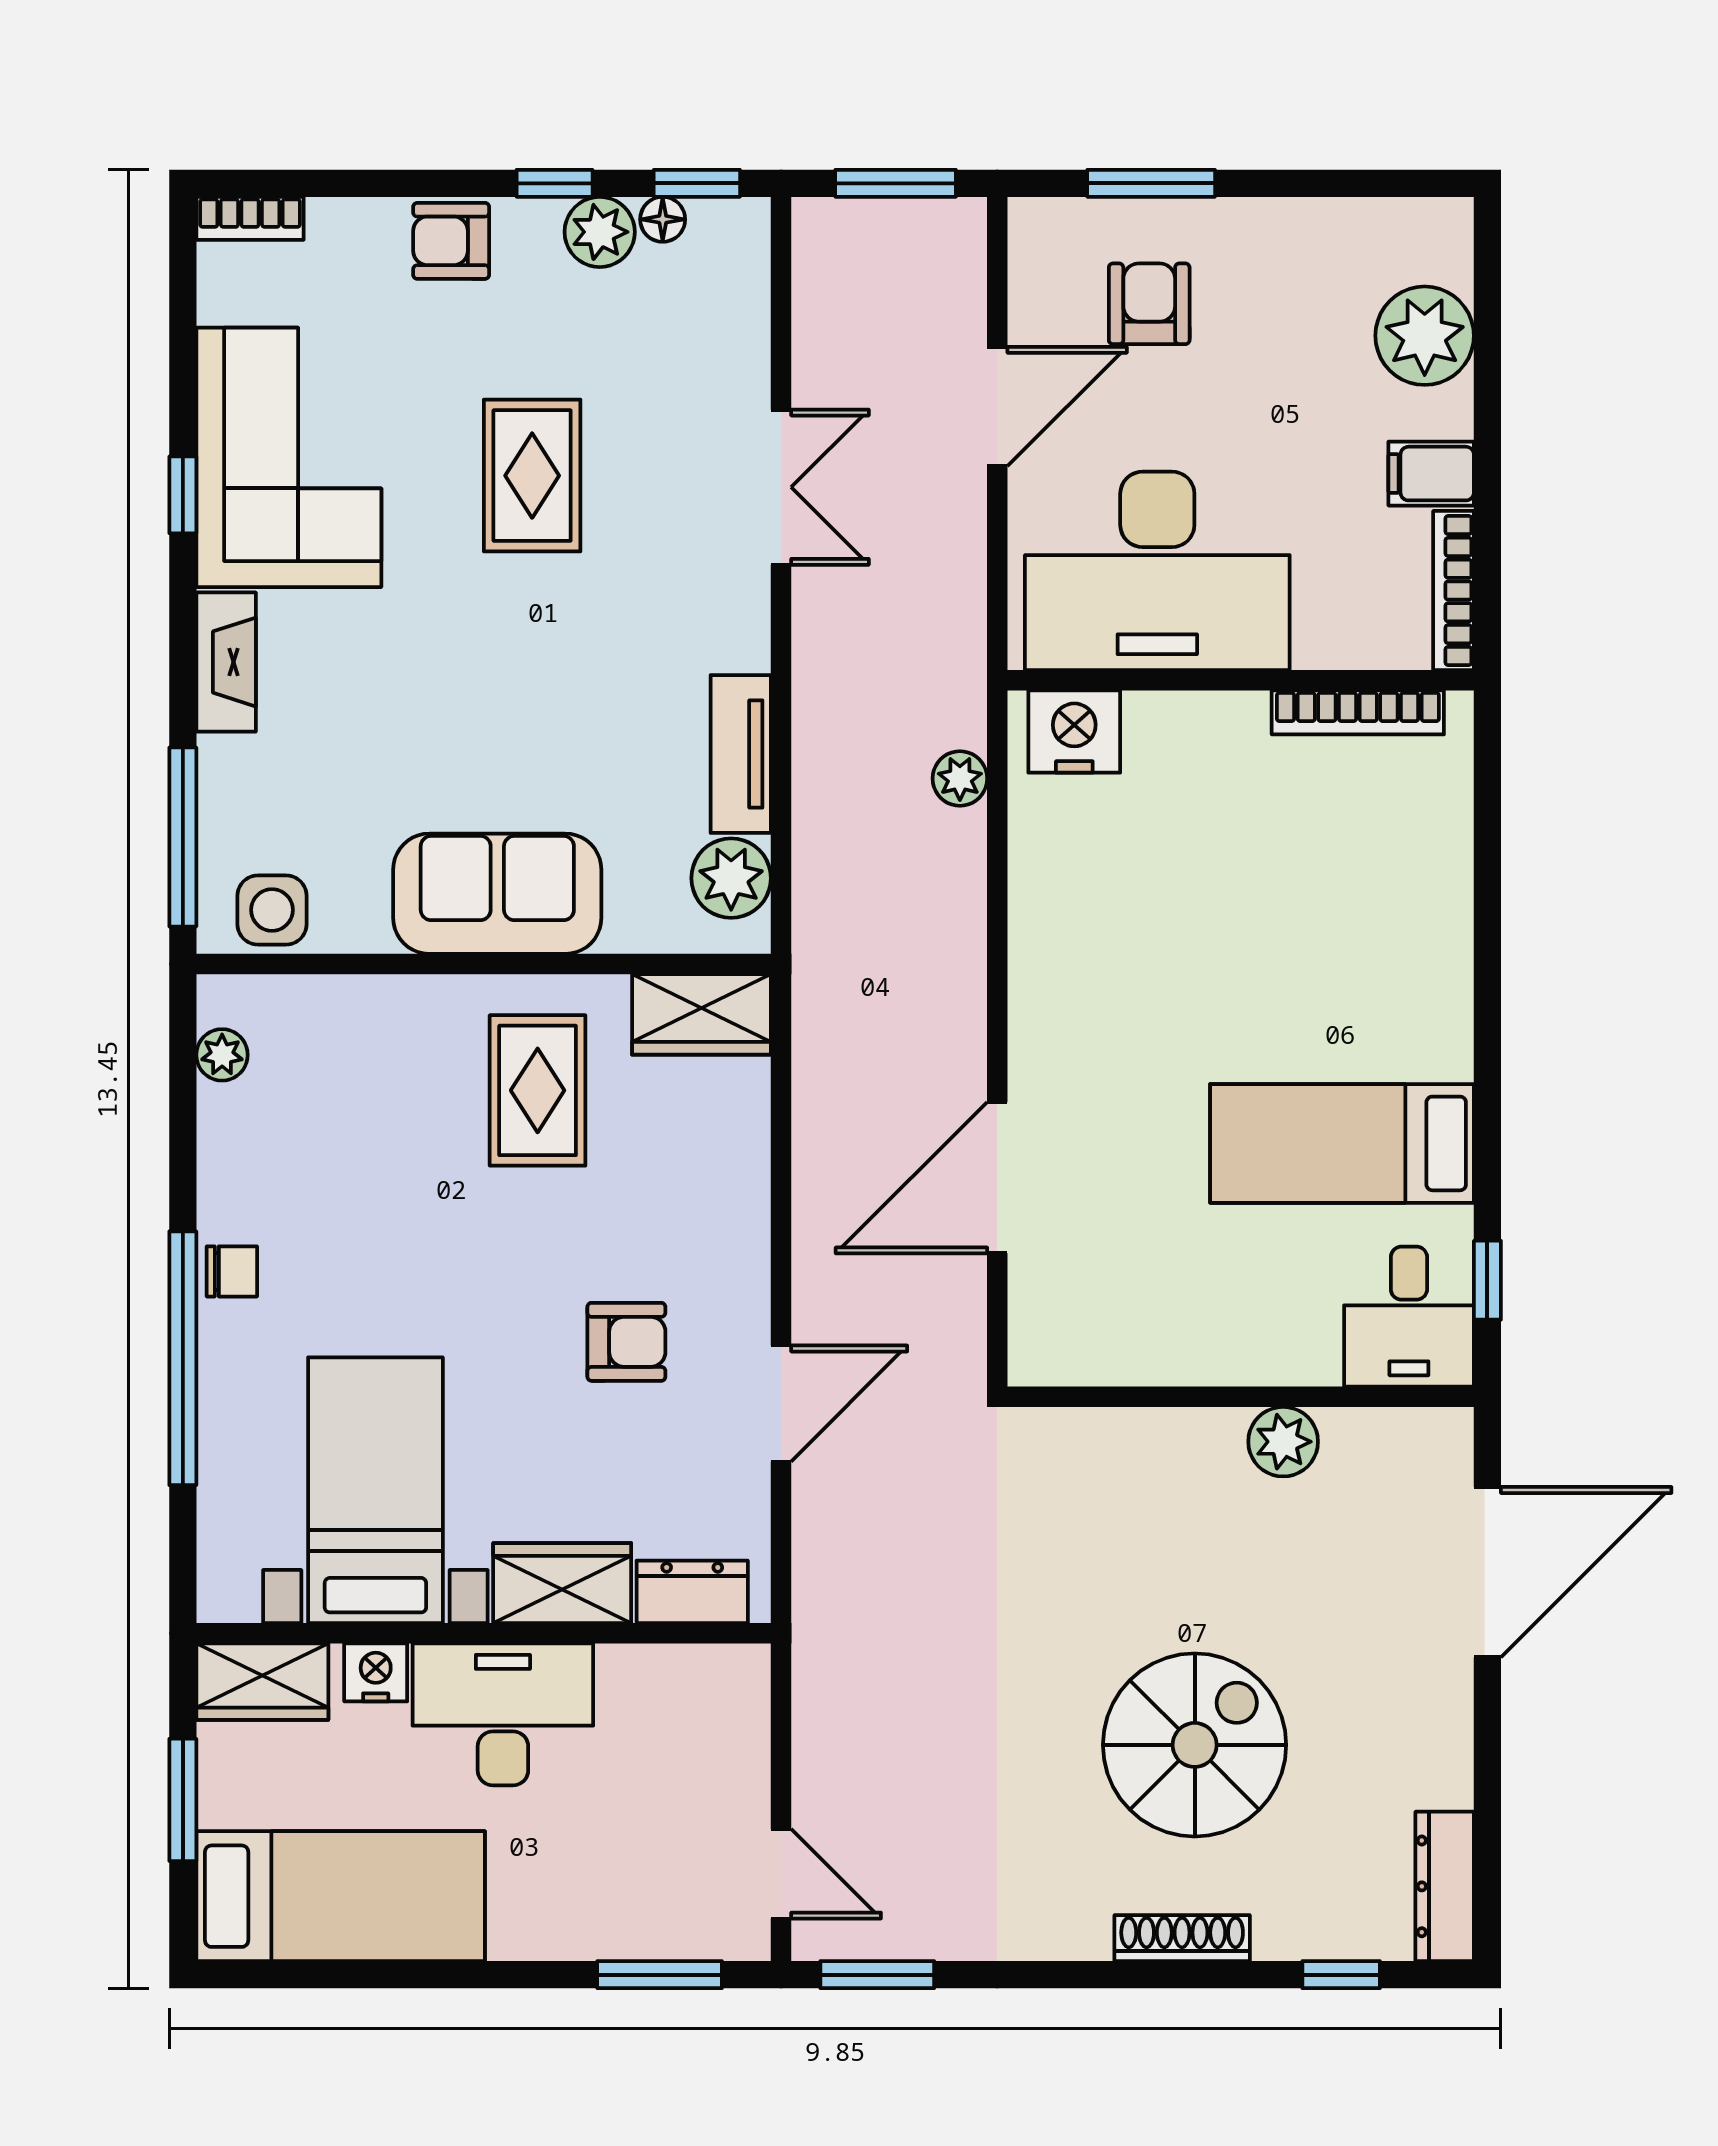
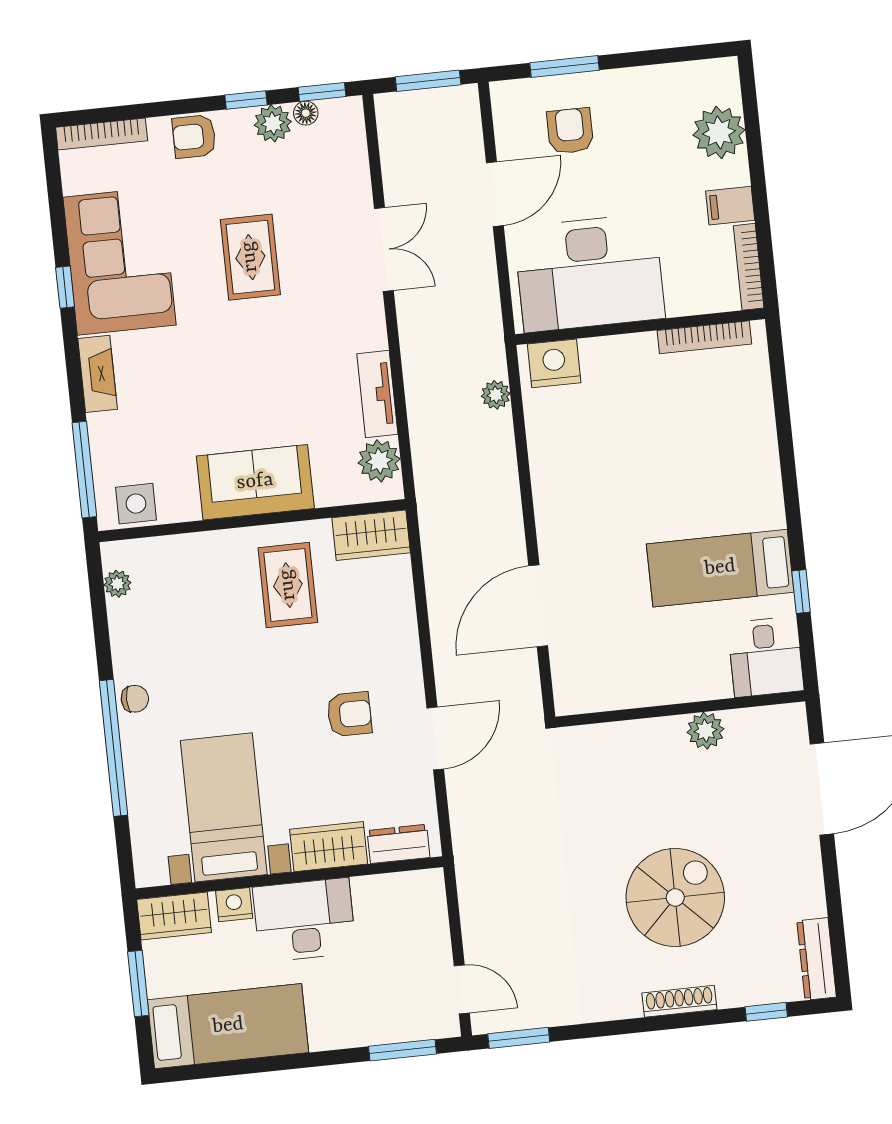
bookcase: (250, 218) -> (102, 134), width x1.56
window: (1487, 1280) -> (801, 591), moved

